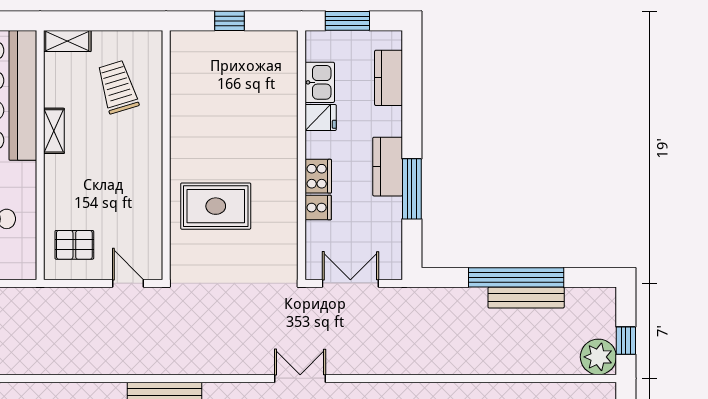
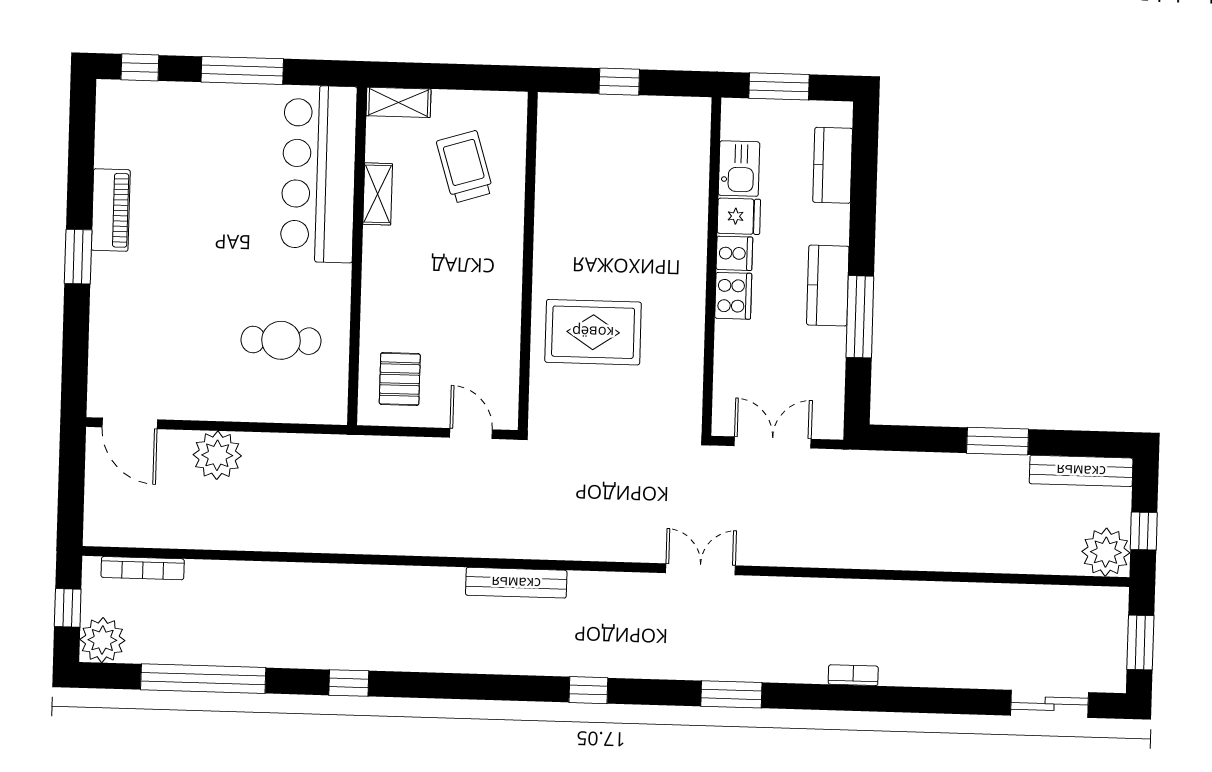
shelving: (54, 131) -> (378, 194), moved
cooker: (318, 208) -> (734, 253), moved
pallet: (74, 245) -> (400, 379), turned 90
window: (516, 277) -> (998, 441), width x0.47
bench: (526, 298) -> (1081, 471), moved

